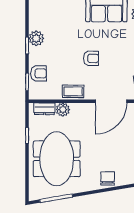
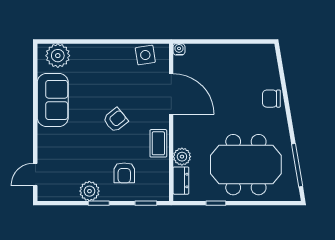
armchair: (91, 58) -> (115, 120), turned 51
armchair: (38, 73) -> (124, 173), moved, turned 180

